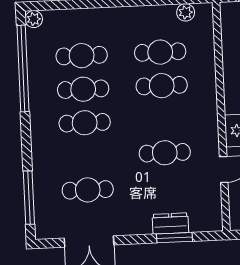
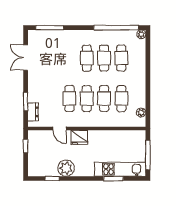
cafe table: (88, 190) -> (87, 99), moved
dresser: (170, 223) -> (33, 112), moved

